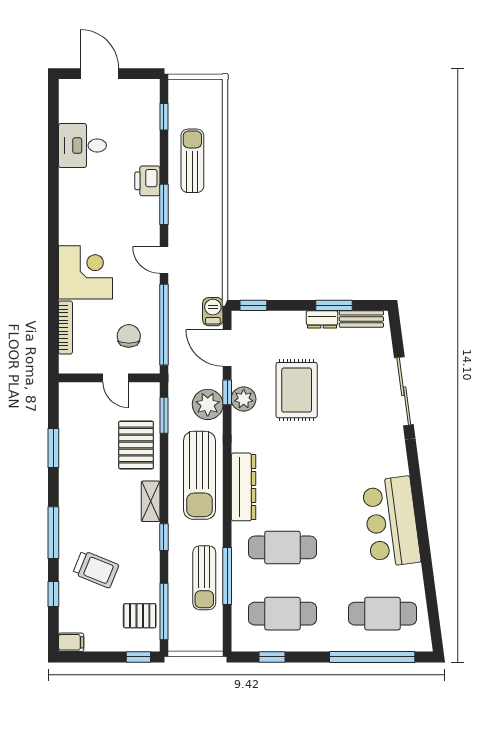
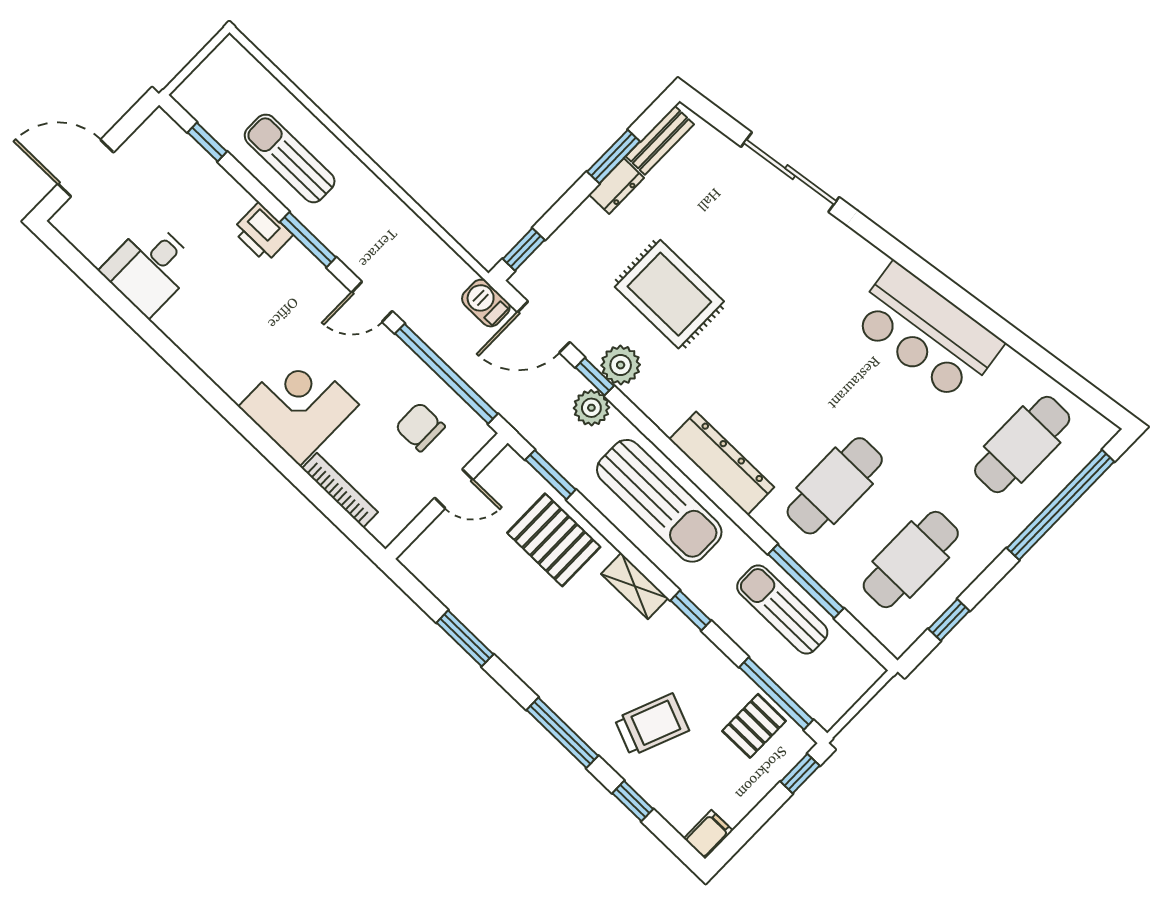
plant: (208, 404) -> (591, 408), width x0.73, depth x0.73
sun lounger: (204, 578) -> (782, 610), turned 180

